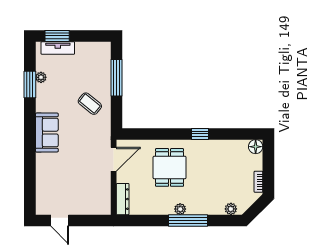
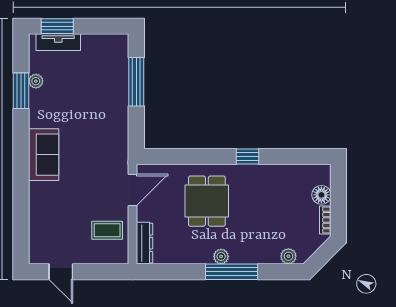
coffee table: (90, 104) -> (107, 230), moved, turned -39
floor lamp: (256, 147) -> (321, 195), moved

